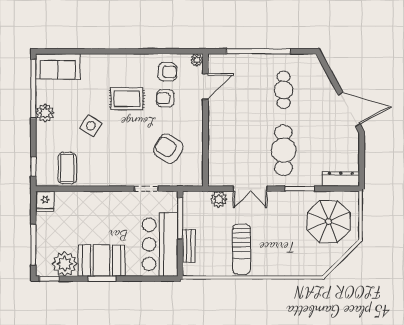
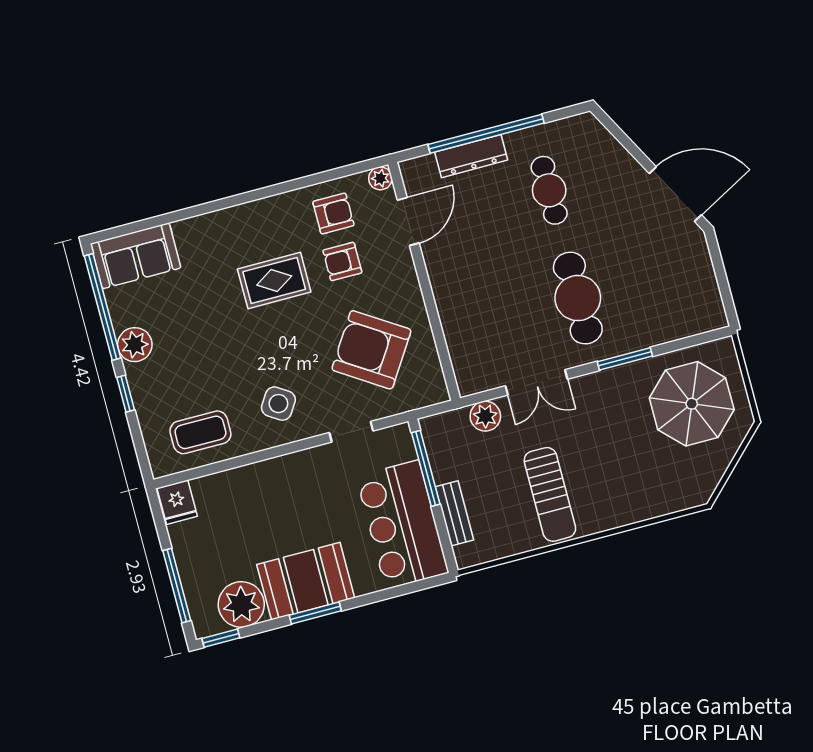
side table: (91, 126) -> (278, 404), moved
armchair: (168, 149) -> (371, 350), width x1.36, depth x1.36
window: (33, 167) -> (126, 394), moved
coffee table: (67, 168) -> (200, 432), turned 90
dresser: (341, 179) -> (471, 156), moved, turned 180

